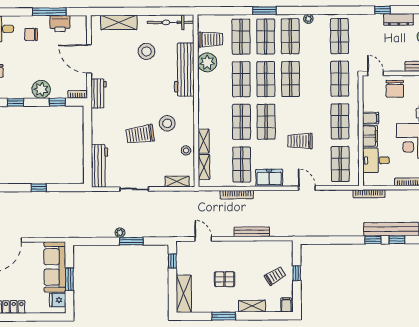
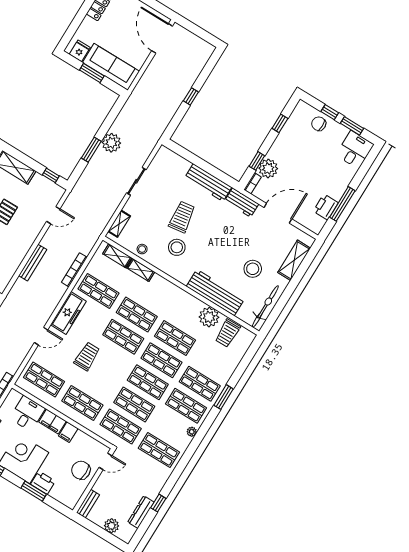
chair: (31, 34) -> (332, 175), removed
shop shelf: (241, 37) -> (134, 404), moved
plant: (41, 89) -> (268, 168), moved
workbench: (99, 166) -> (208, 183), moved
freezer: (269, 178) -> (68, 313), width x1.40
plant: (120, 233) -> (111, 143), width x1.88, depth x1.88

